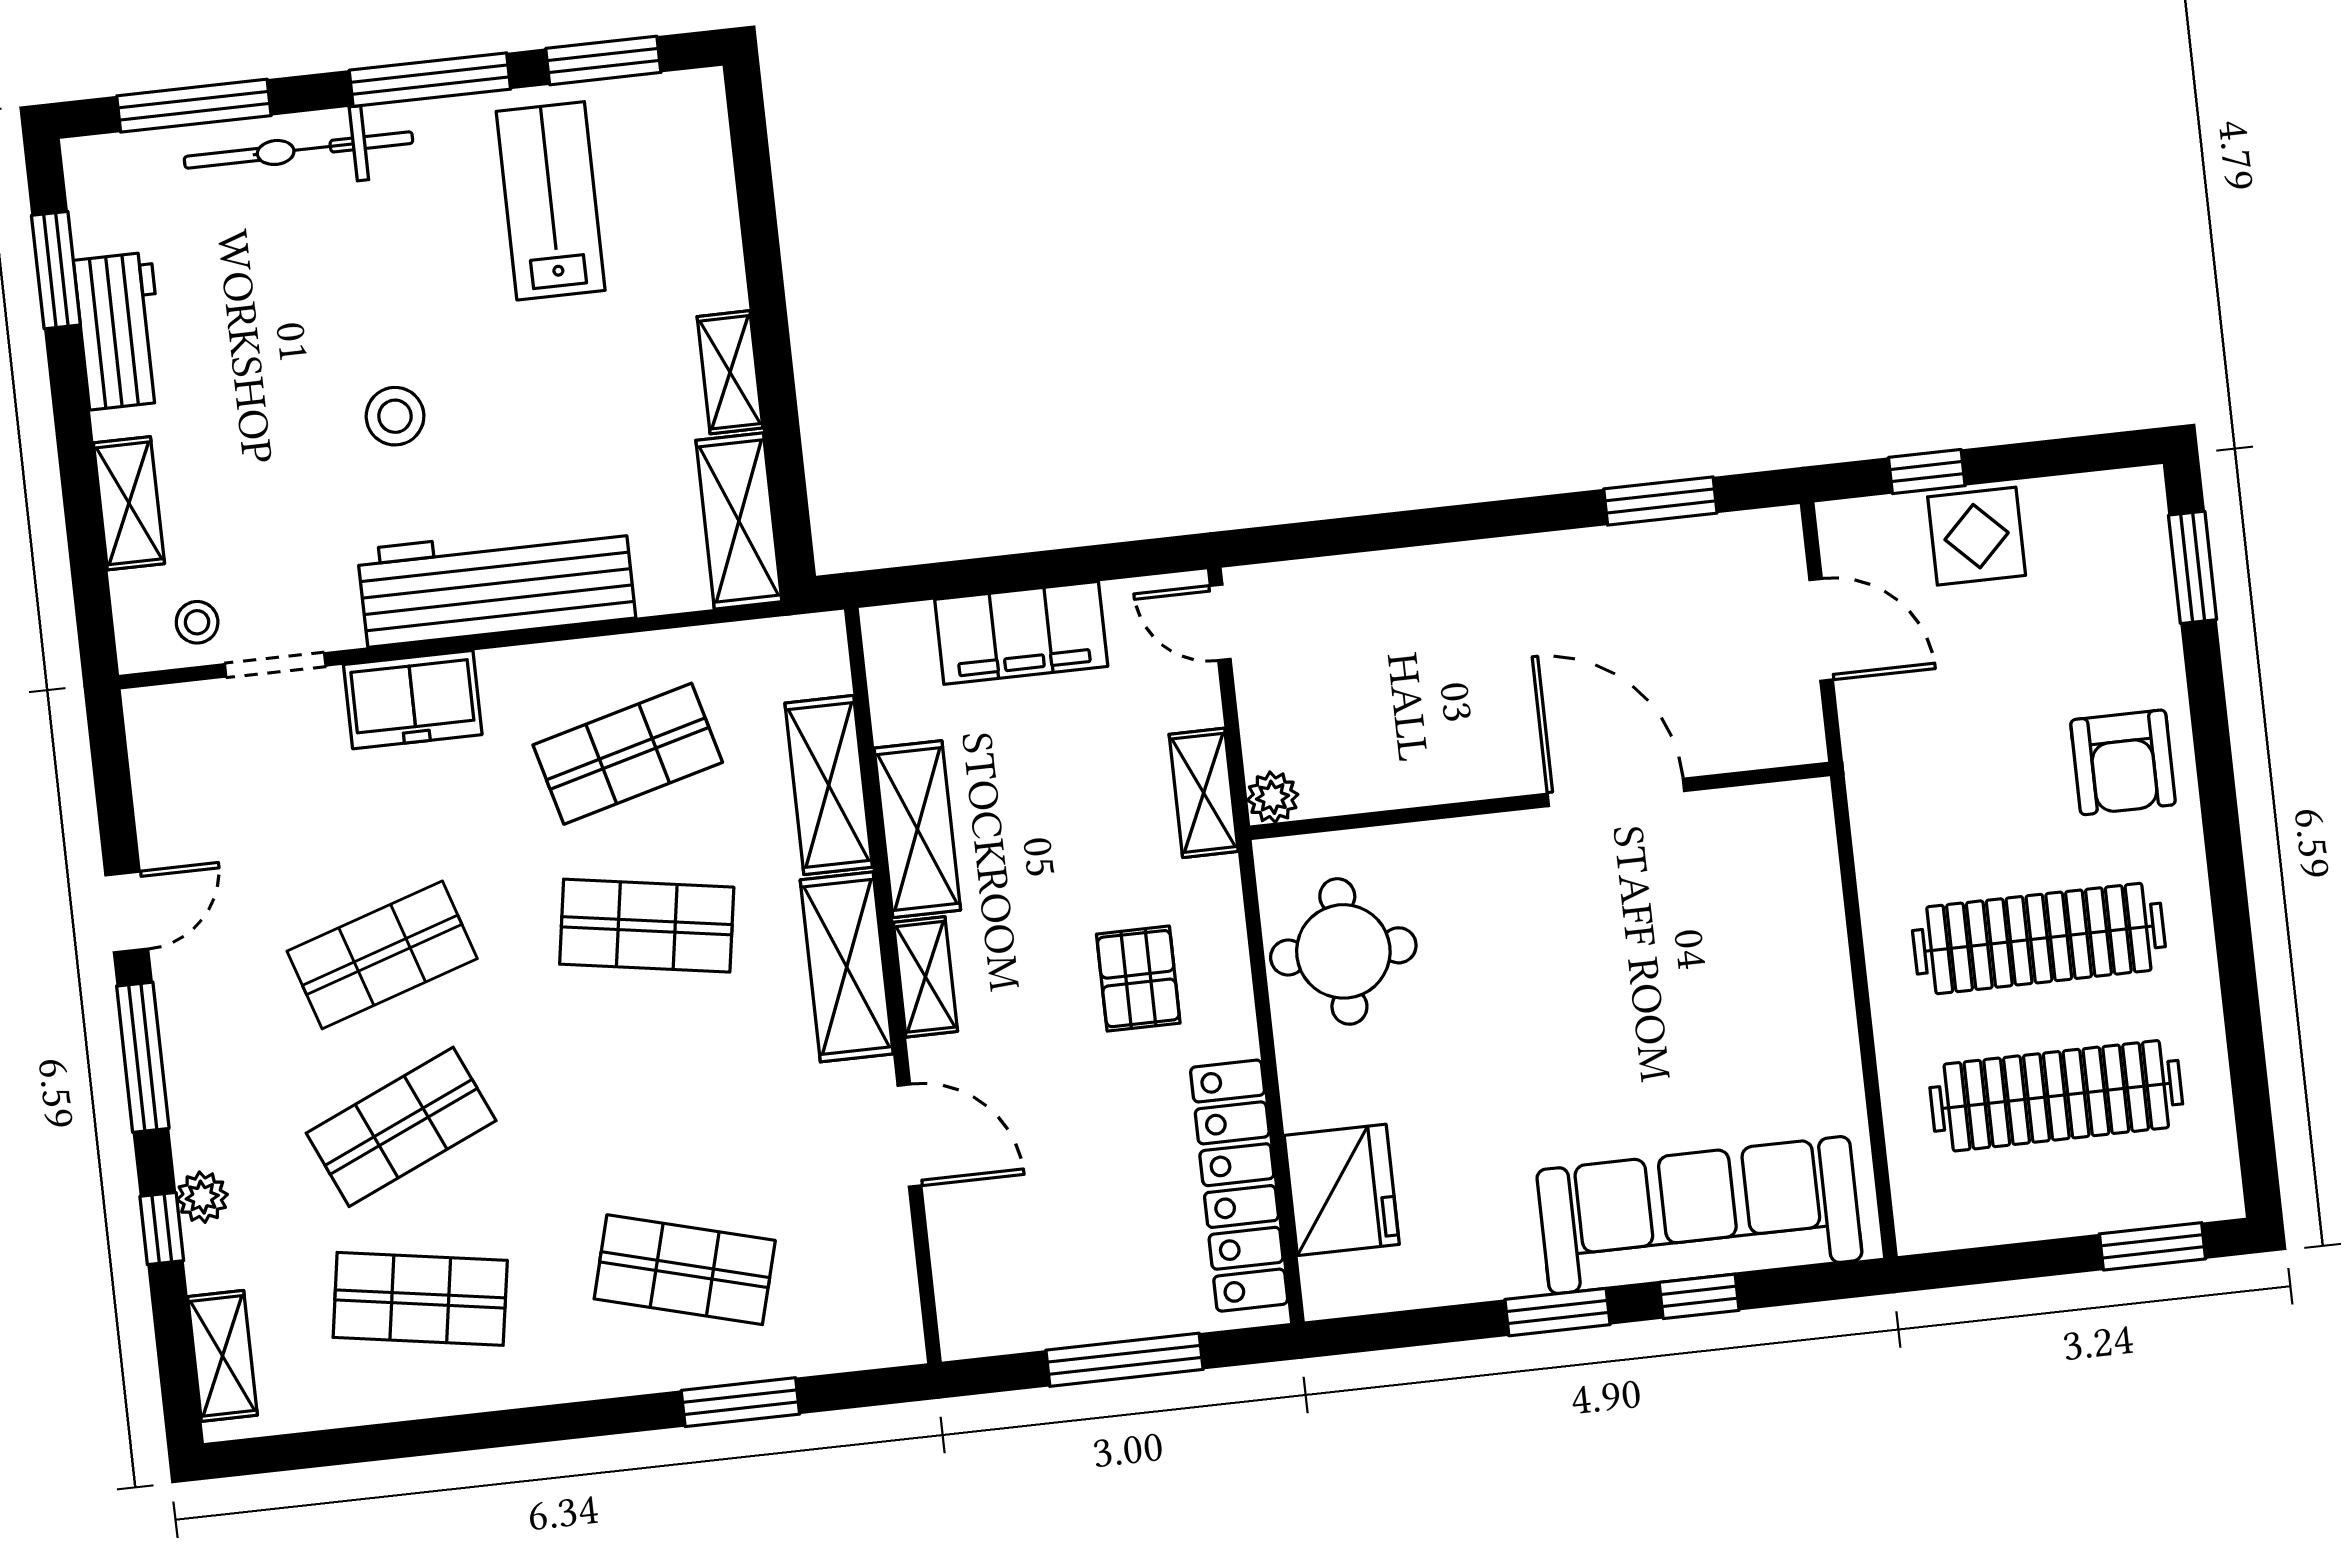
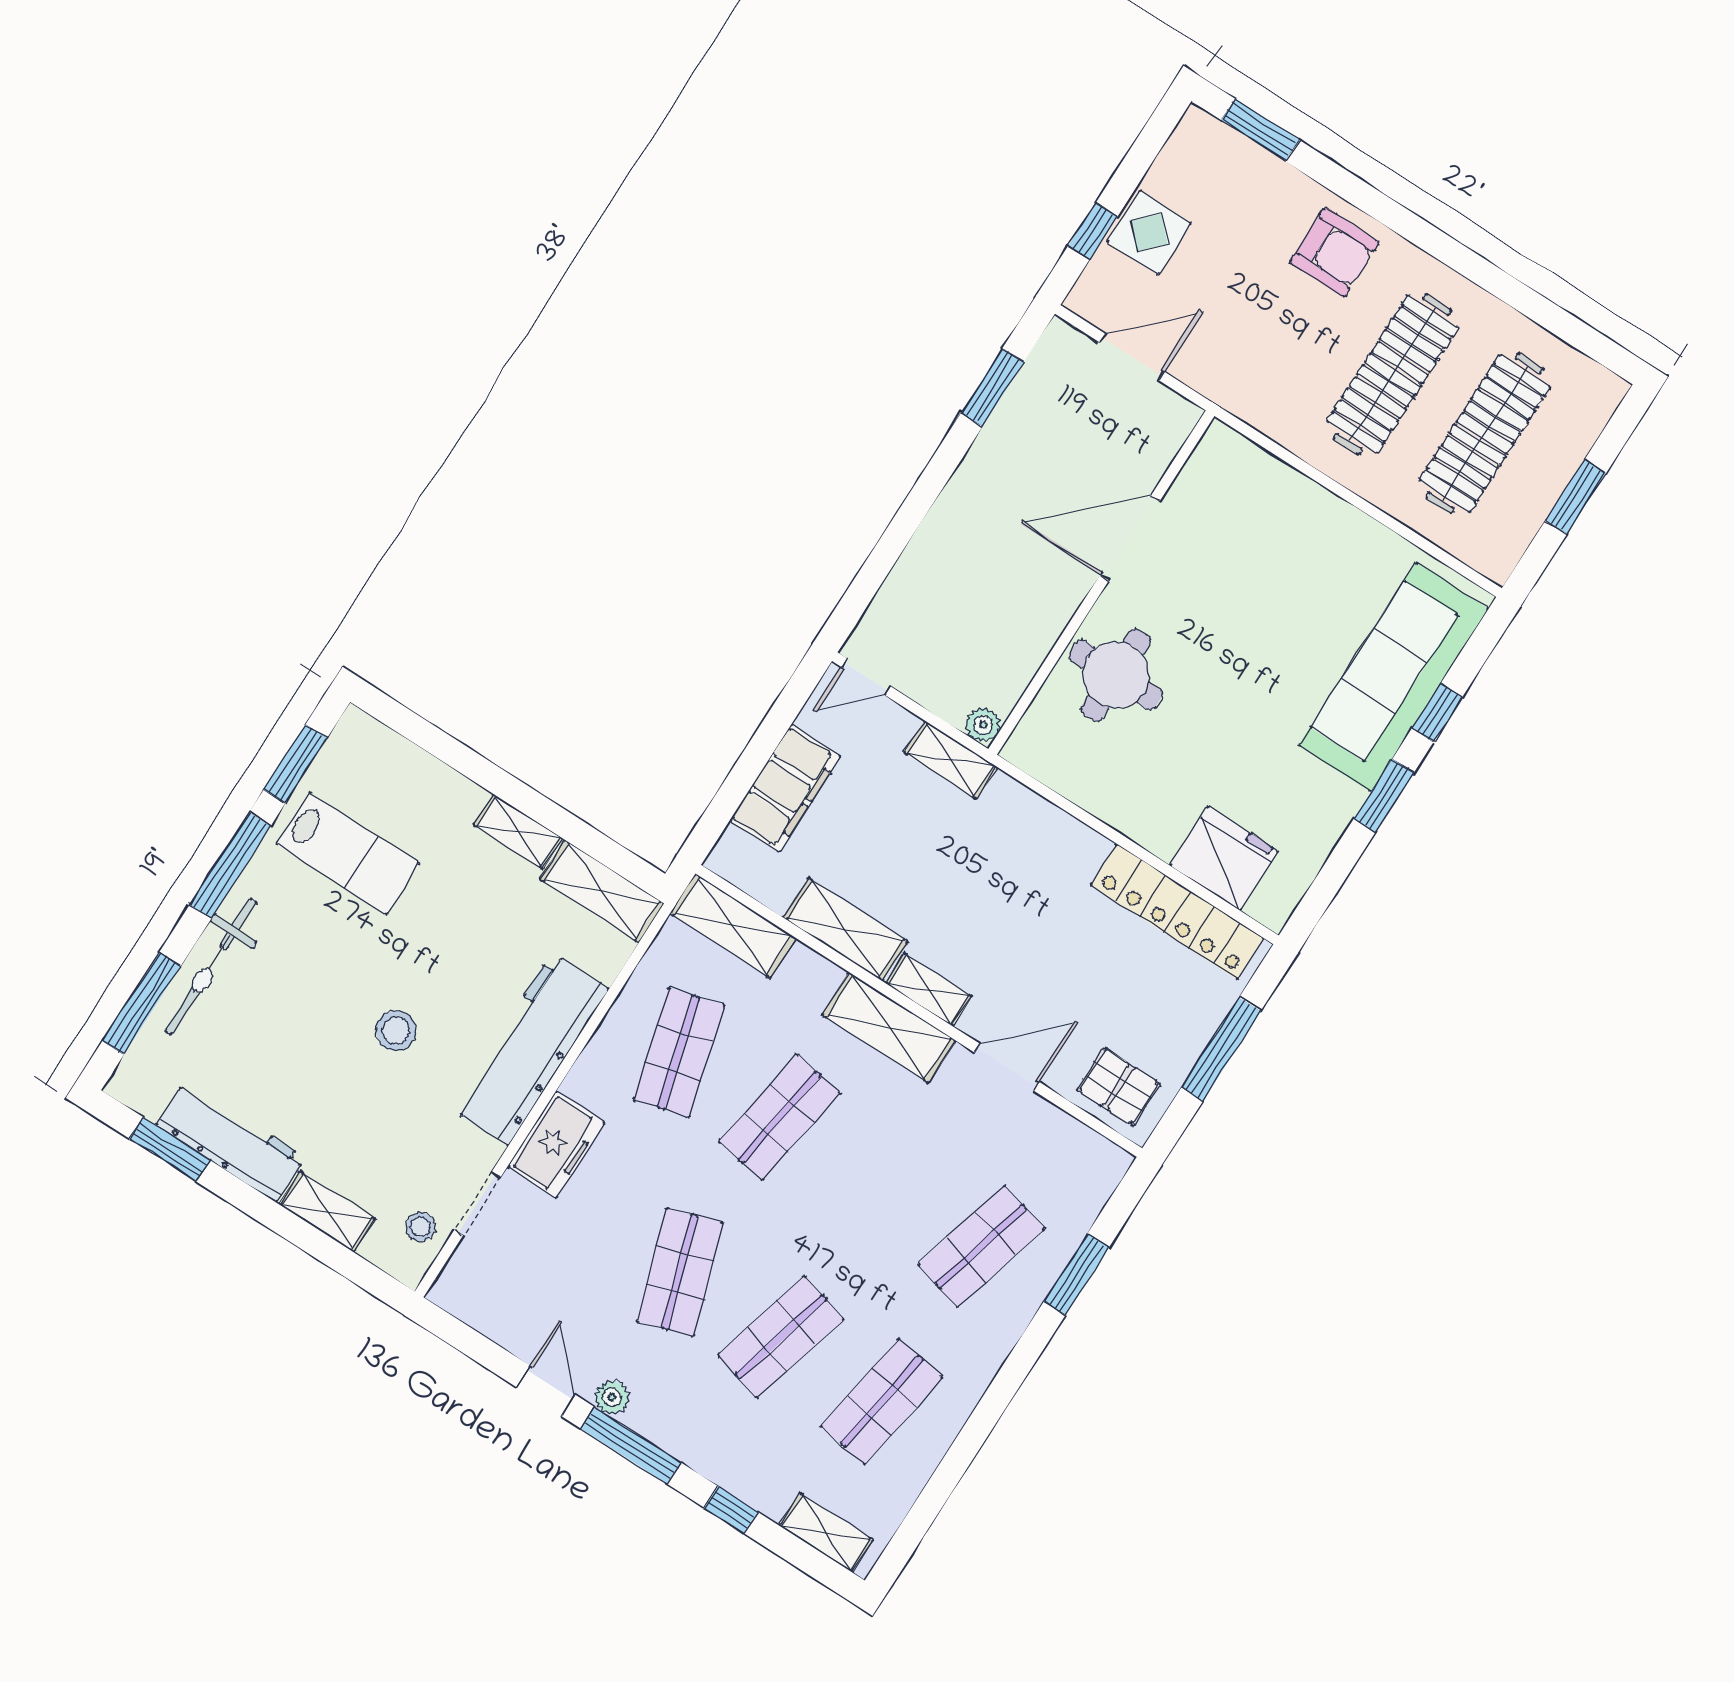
lab bench: (551, 201) -> (348, 853), turned 180
workbench: (120, 331) -> (230, 1141), width x1.37
shelving: (829, 785) -> (733, 926), moved
round table: (1343, 951) -> (1116, 675), moved
pallet: (1138, 979) -> (1118, 1087), moved
shop shelf: (401, 1127) -> (781, 1337), turned 39
plant: (202, 1197) -> (612, 1397), moved
window: (2153, 1246) -> (1576, 497), moved

